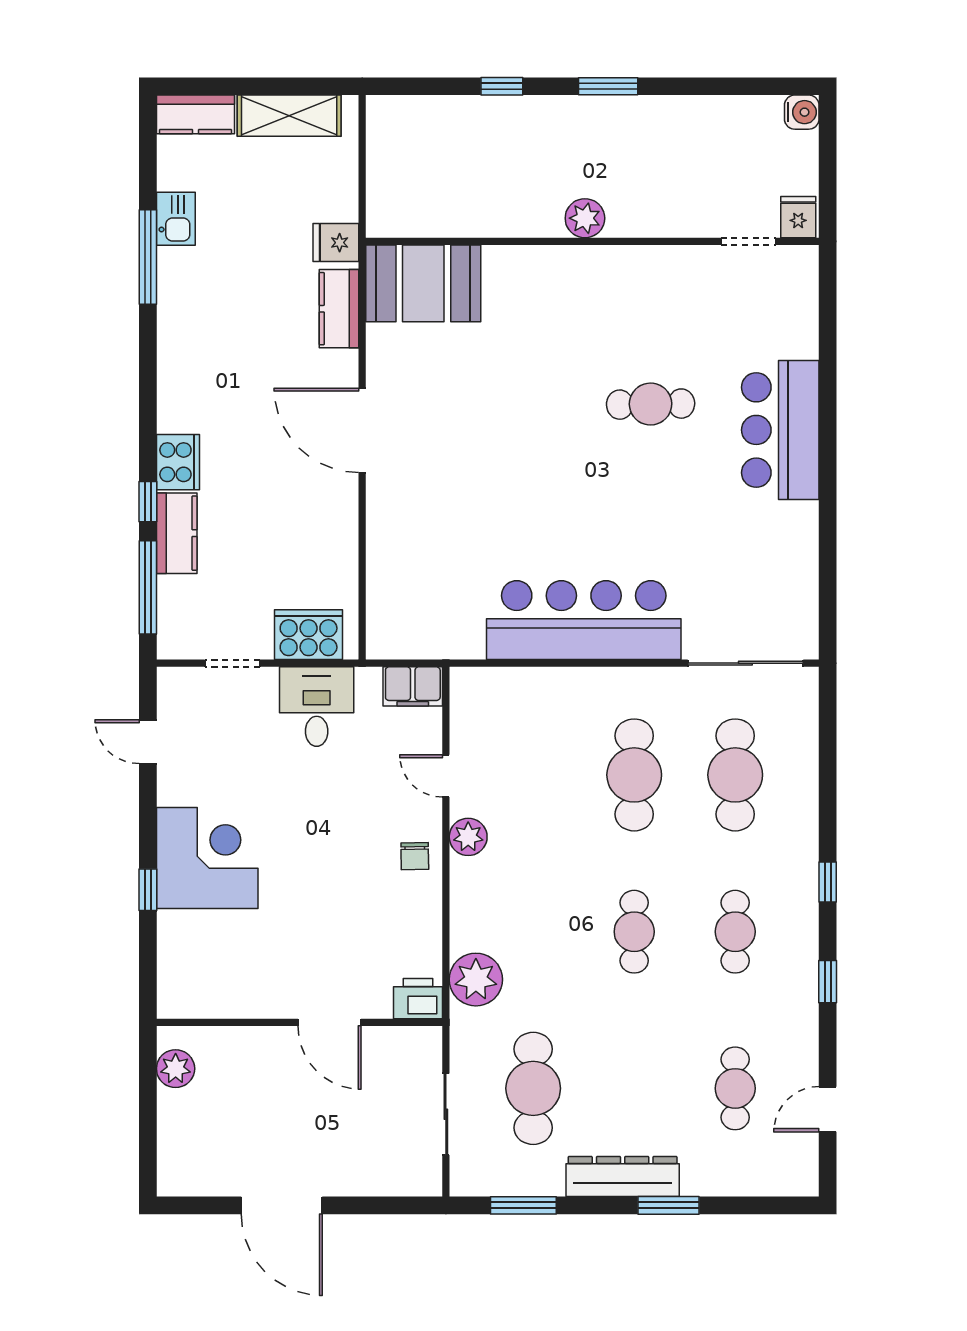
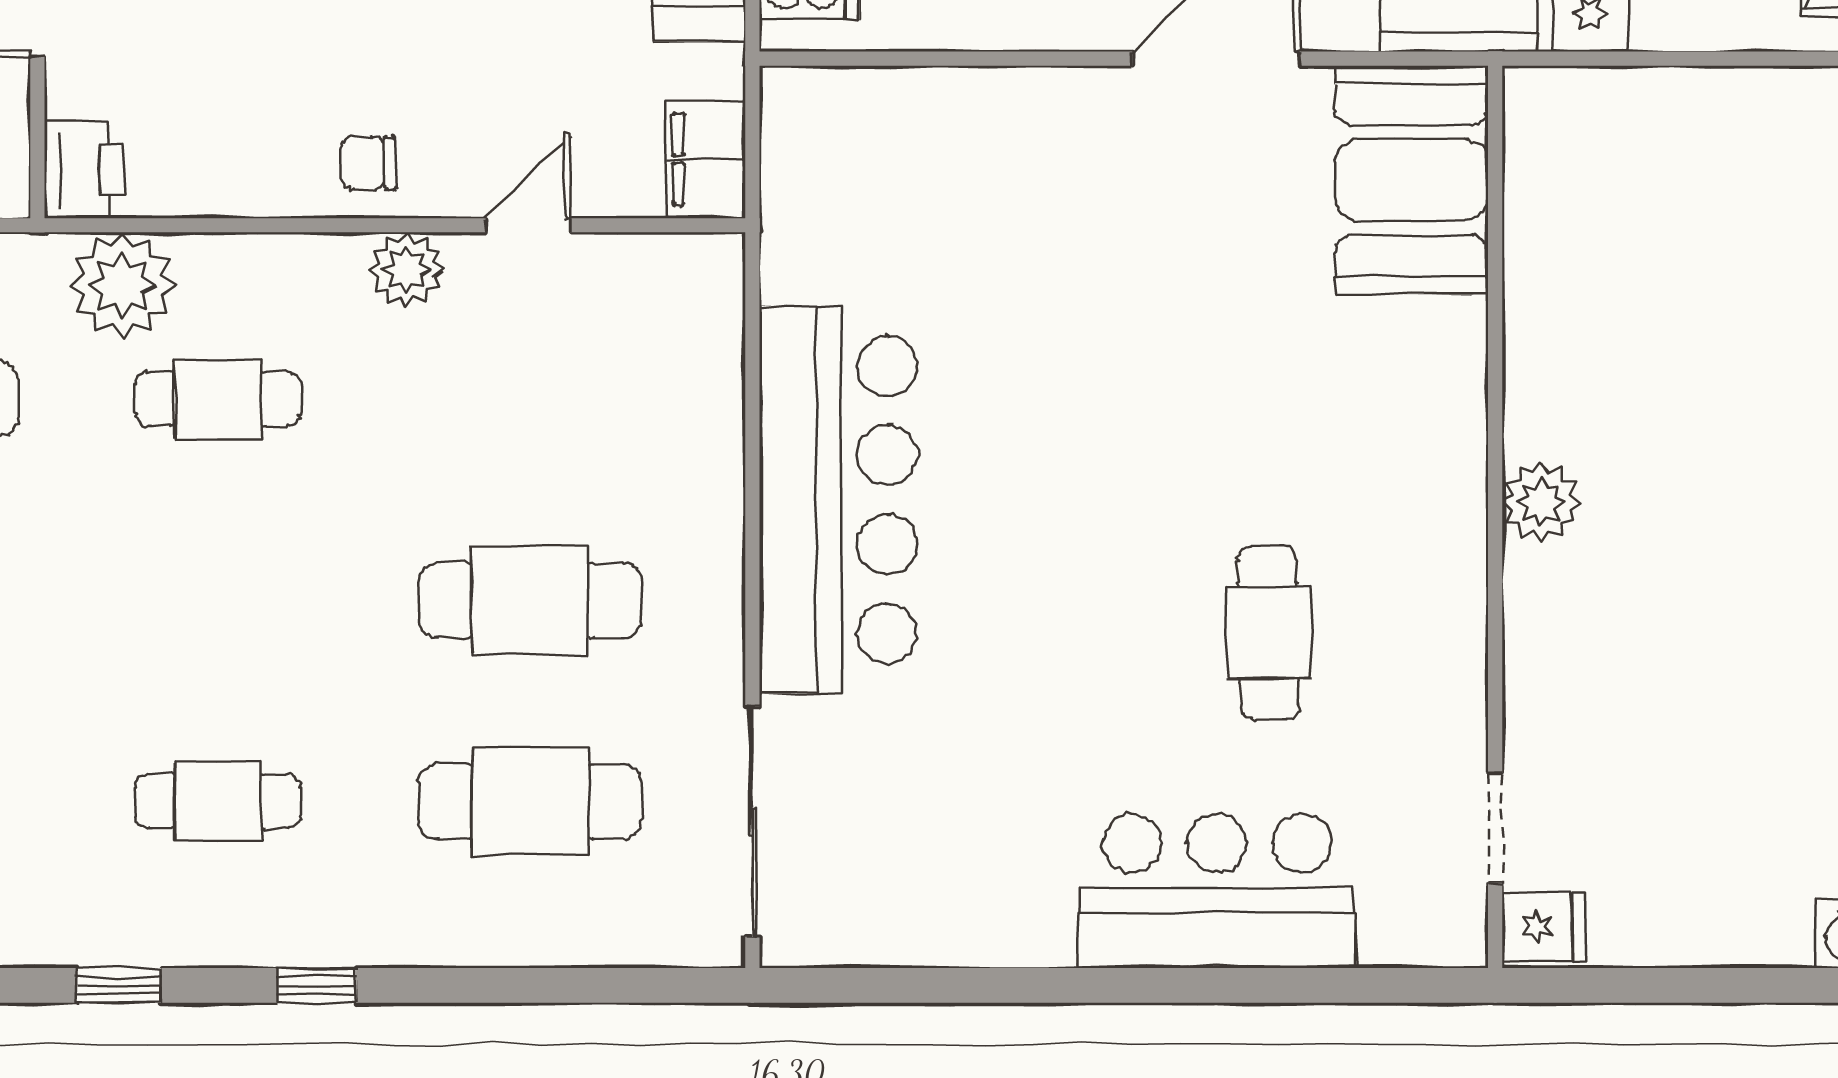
fridge: (798, 217) -> (1543, 927), moved
plant: (585, 218) -> (1541, 502), moved
wall: (592, 241) -> (1495, 517), moved
doorway: (749, 241) -> (1495, 828), moved
booth: (423, 283) -> (1412, 180), moved
cafe table: (634, 932) -> (218, 399), moved

